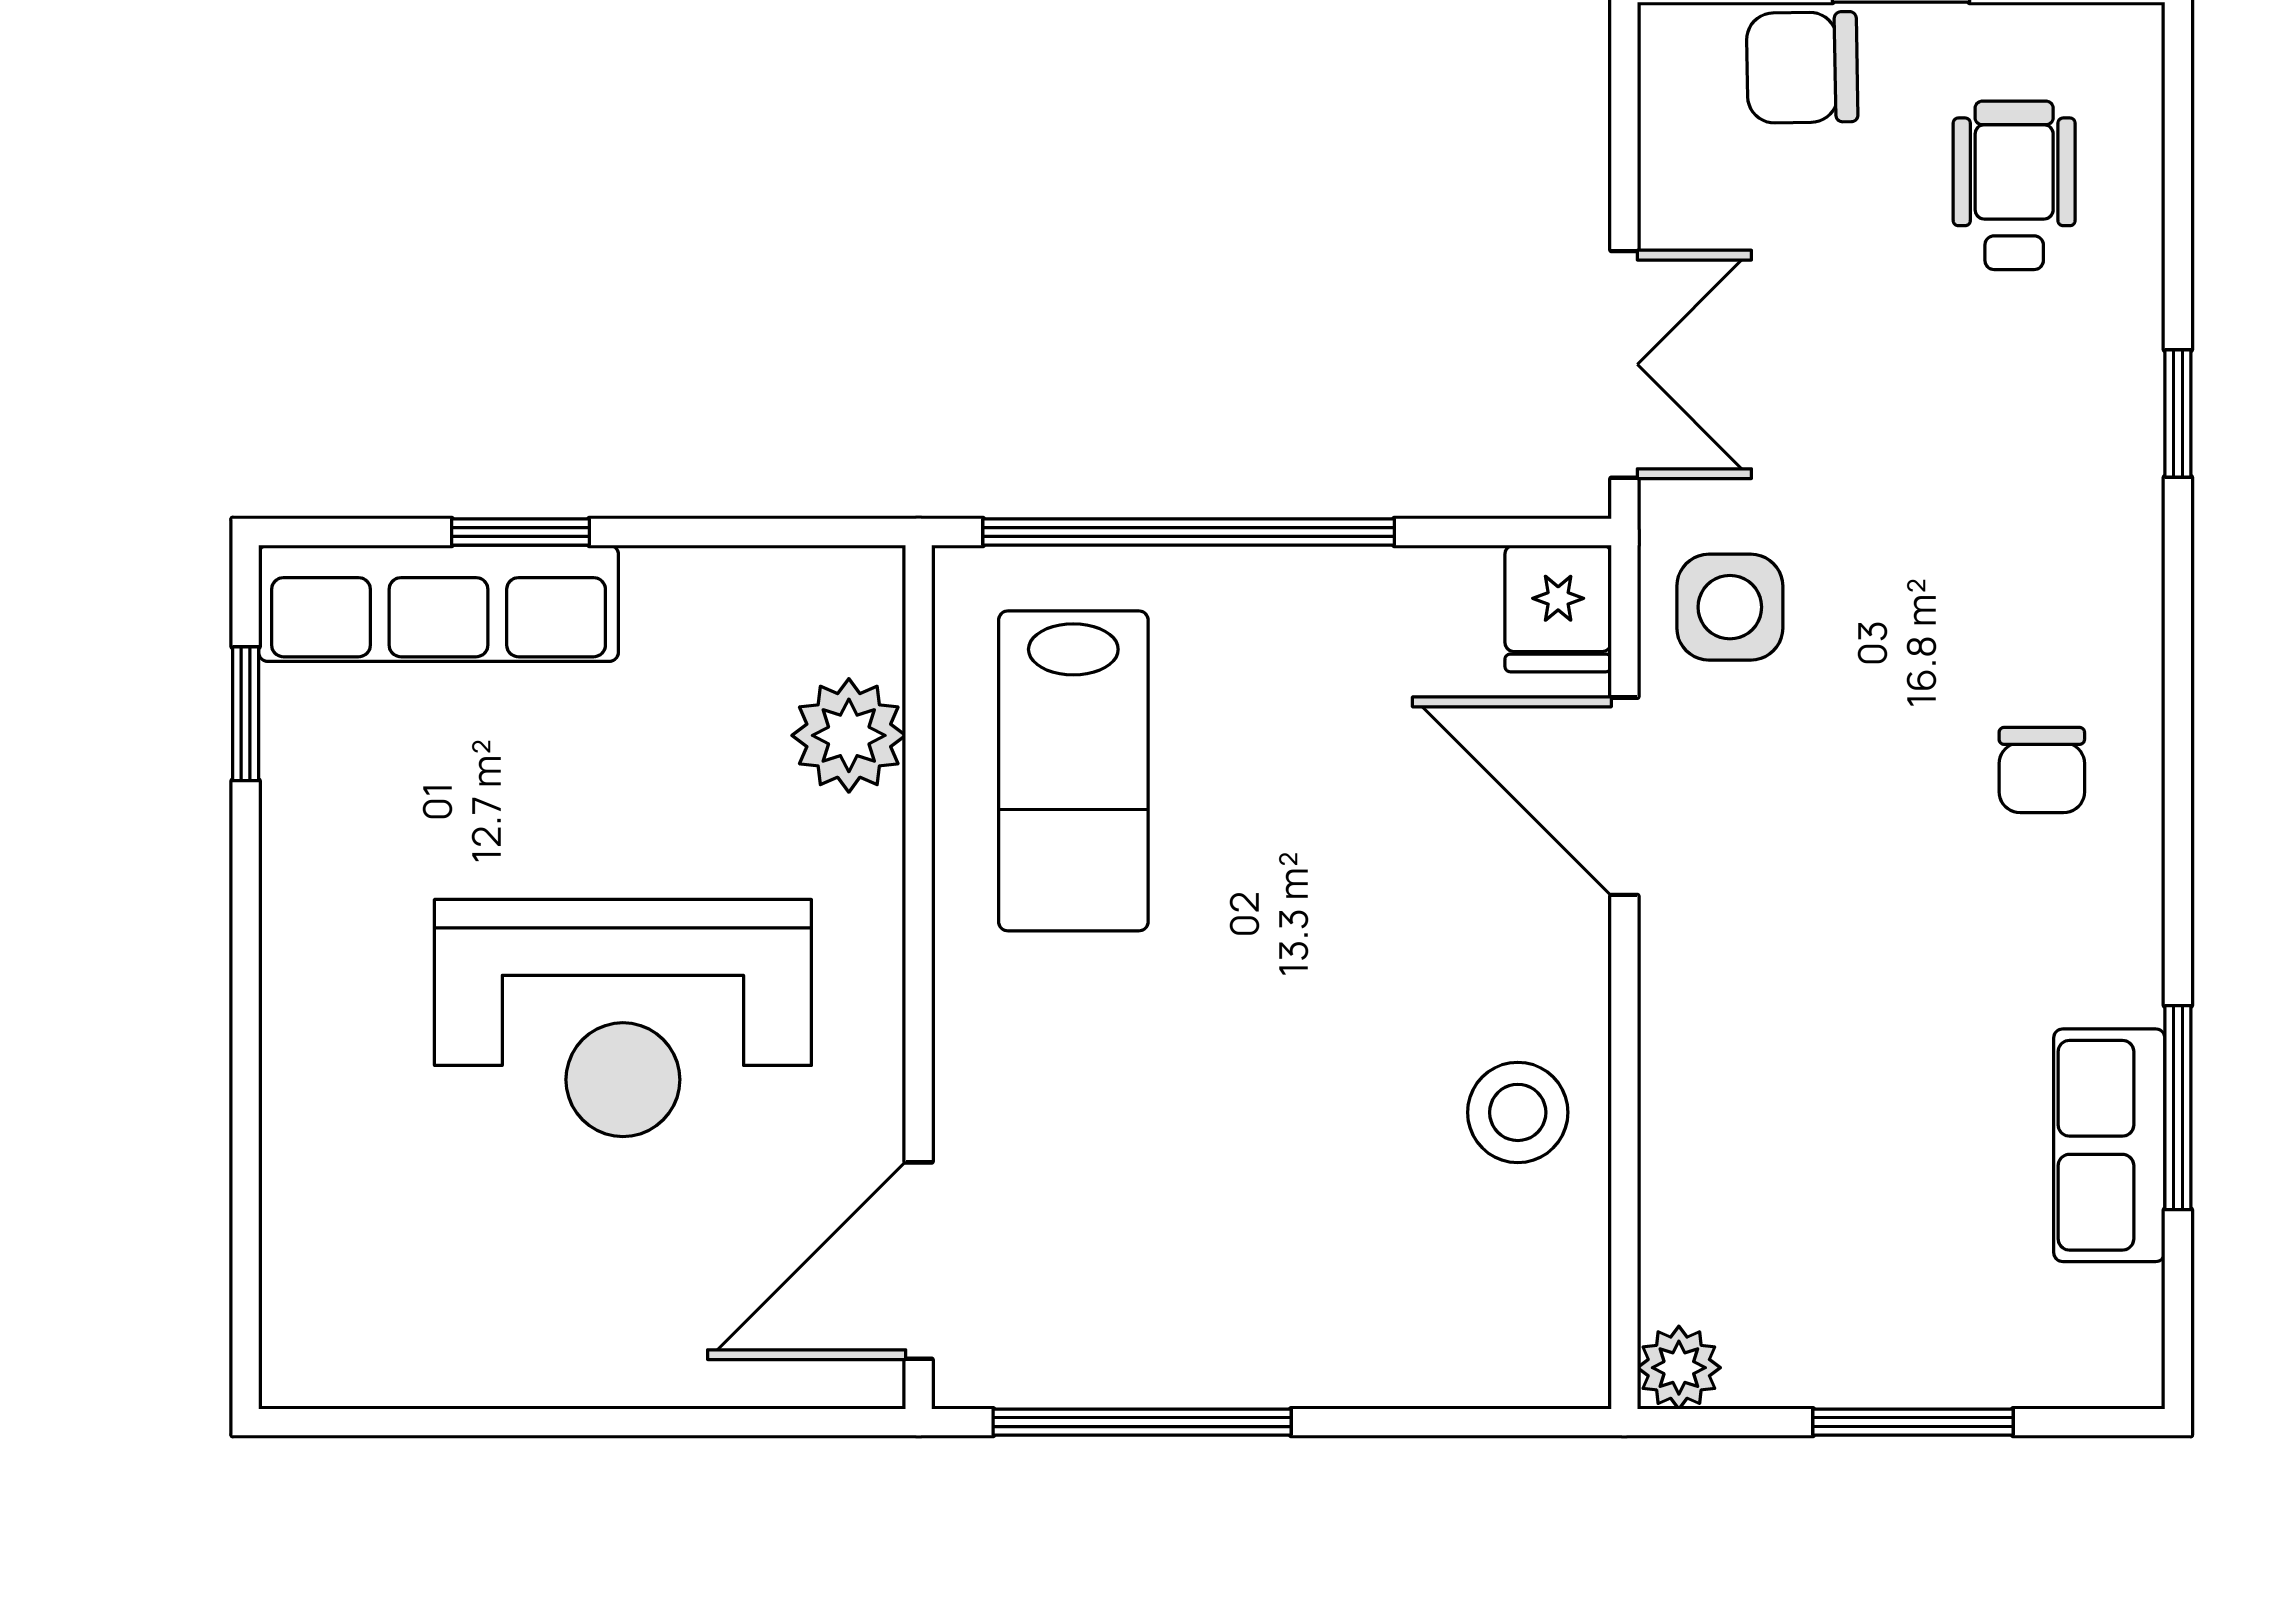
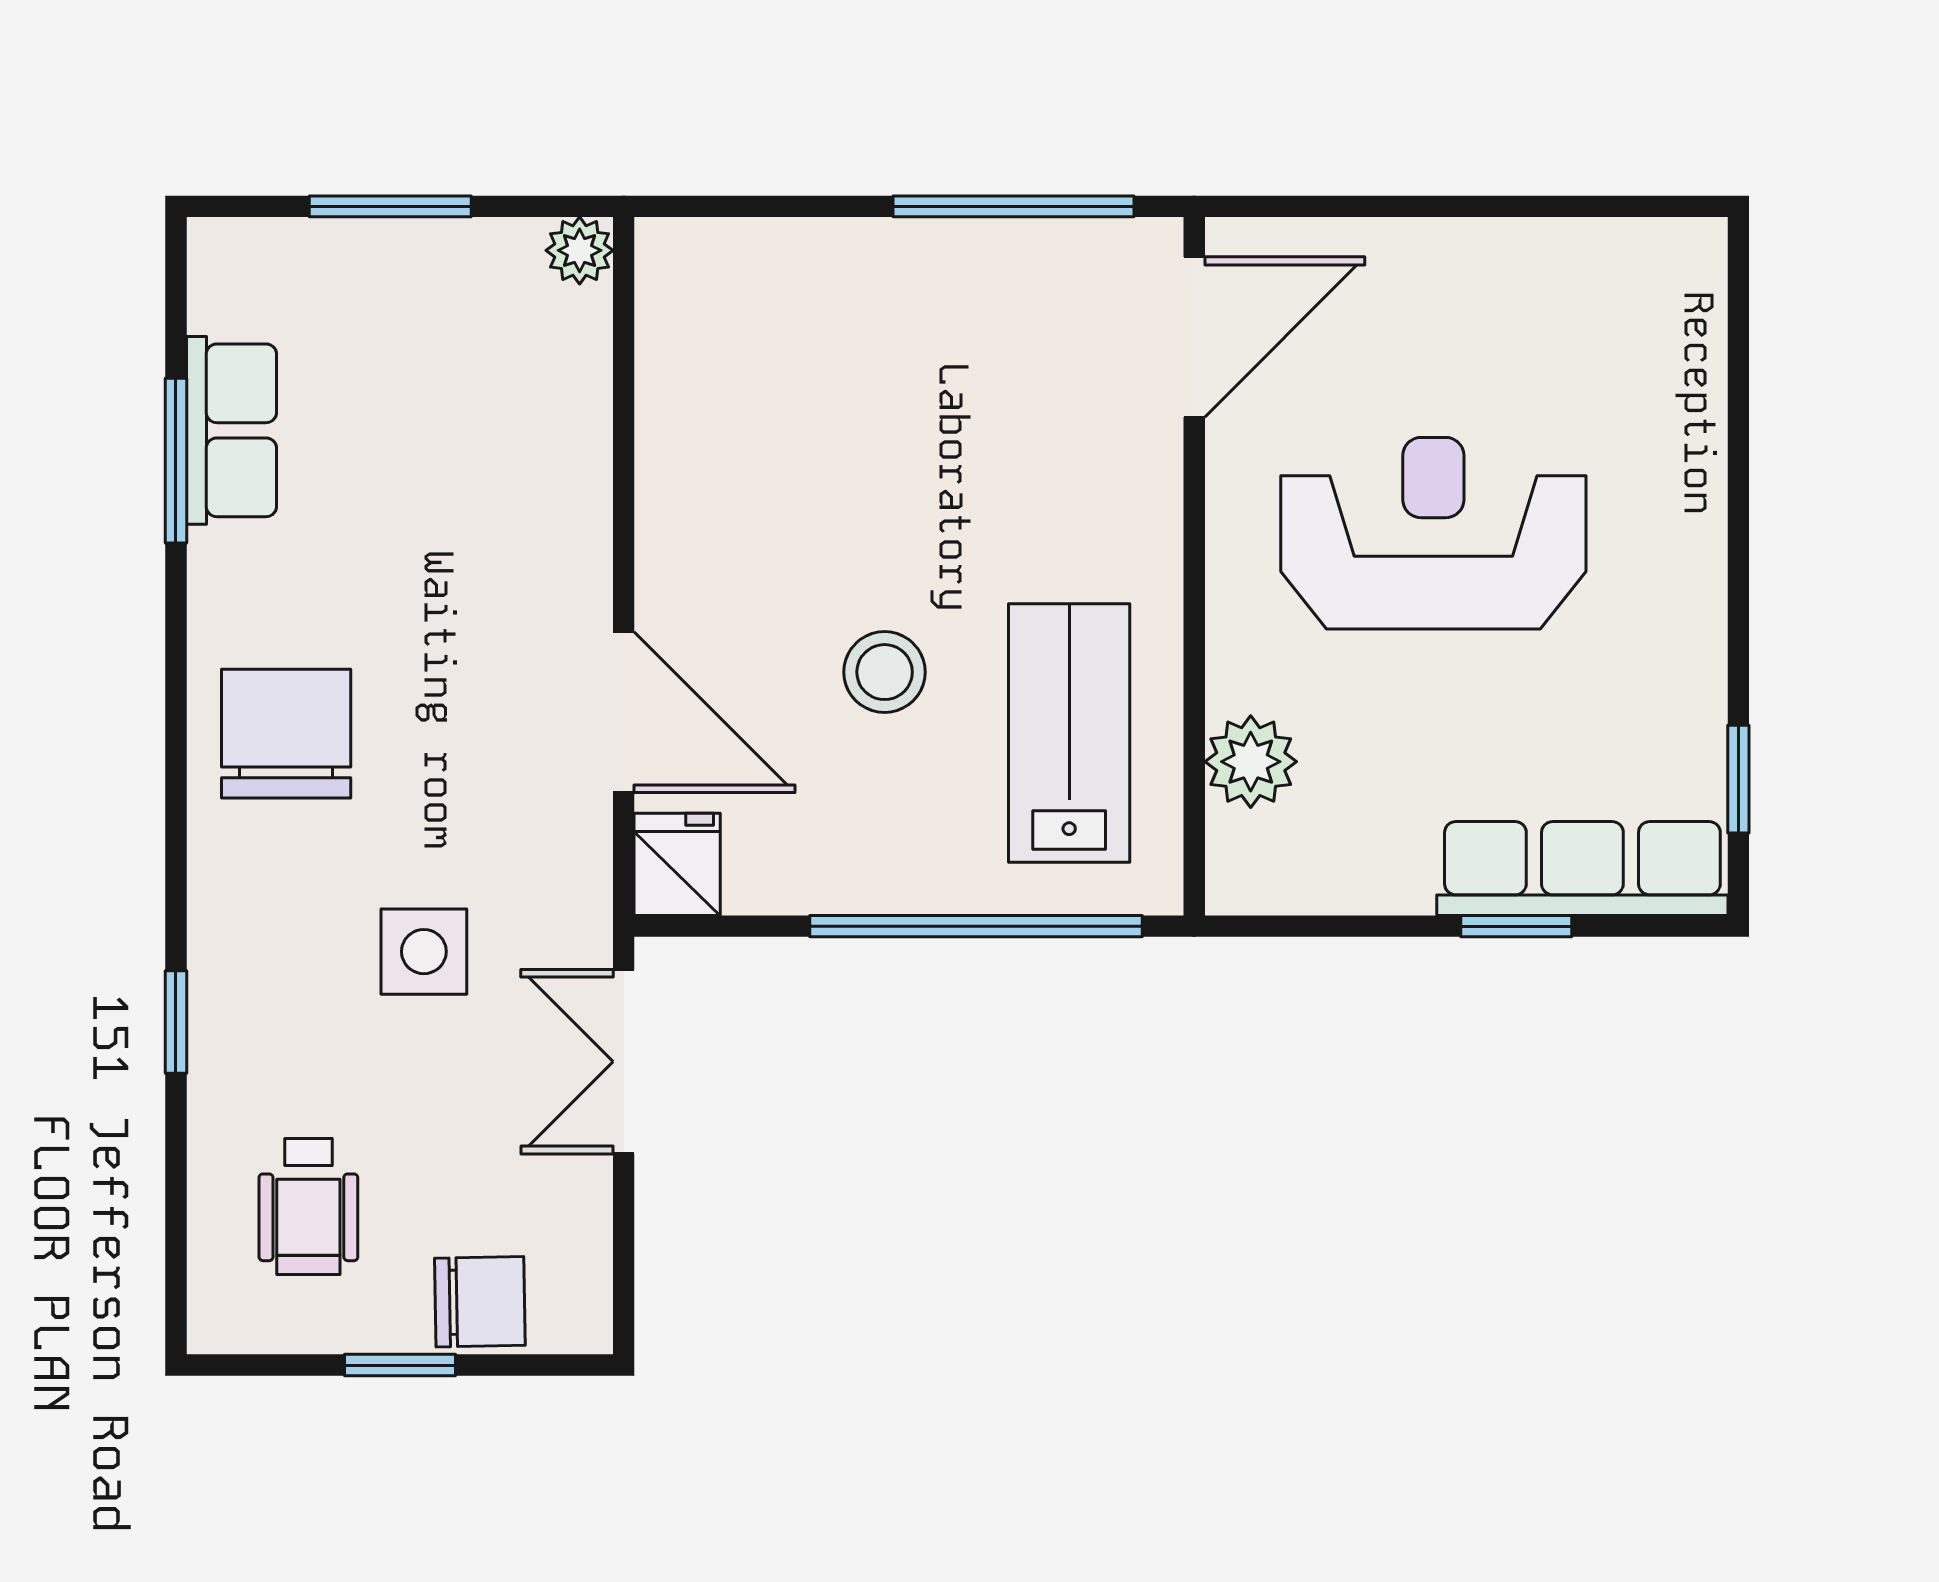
side table: (1730, 607) -> (424, 952), moved
chair: (2042, 770) -> (286, 734), width x1.87, depth x1.87
stool: (1518, 1112) -> (885, 672), moved

